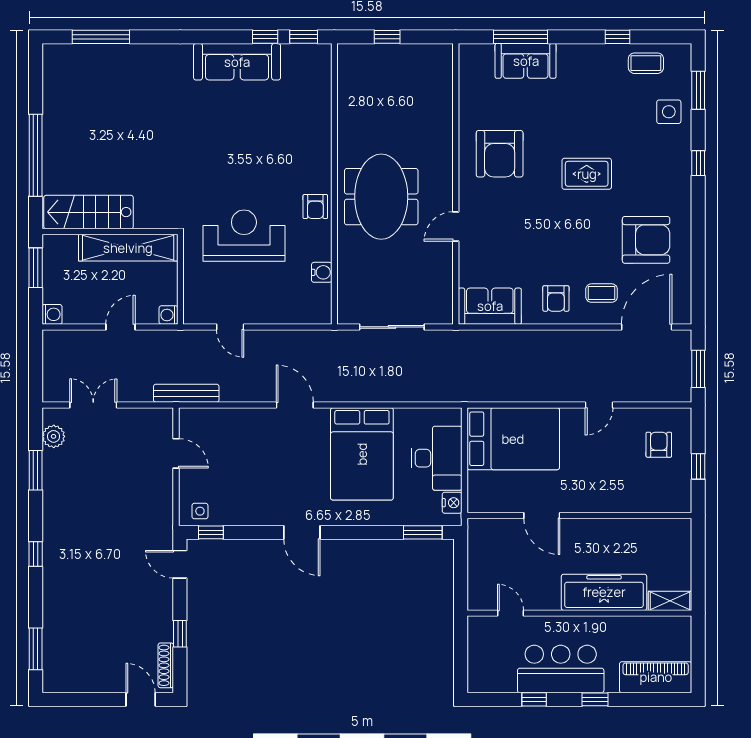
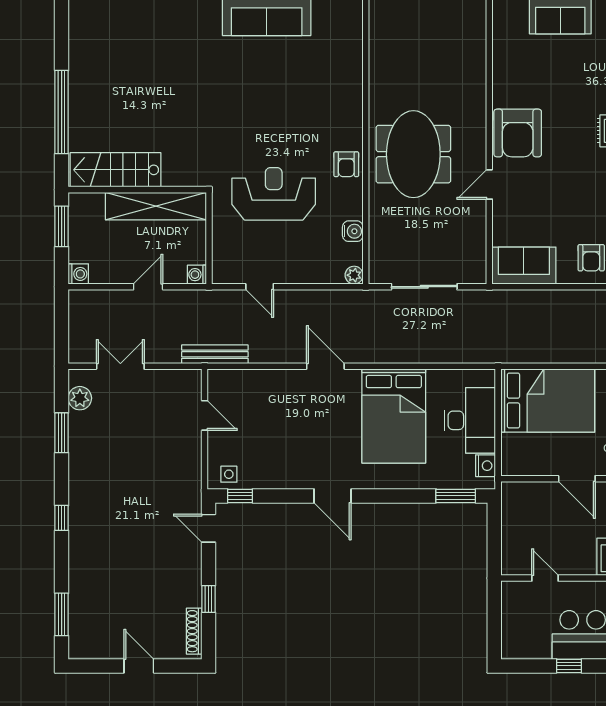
armchair: (500, 154) -> (518, 133), moved
plant: (323, 316) -> (354, 275), added
door: (141, 699) -> (139, 666), moved

